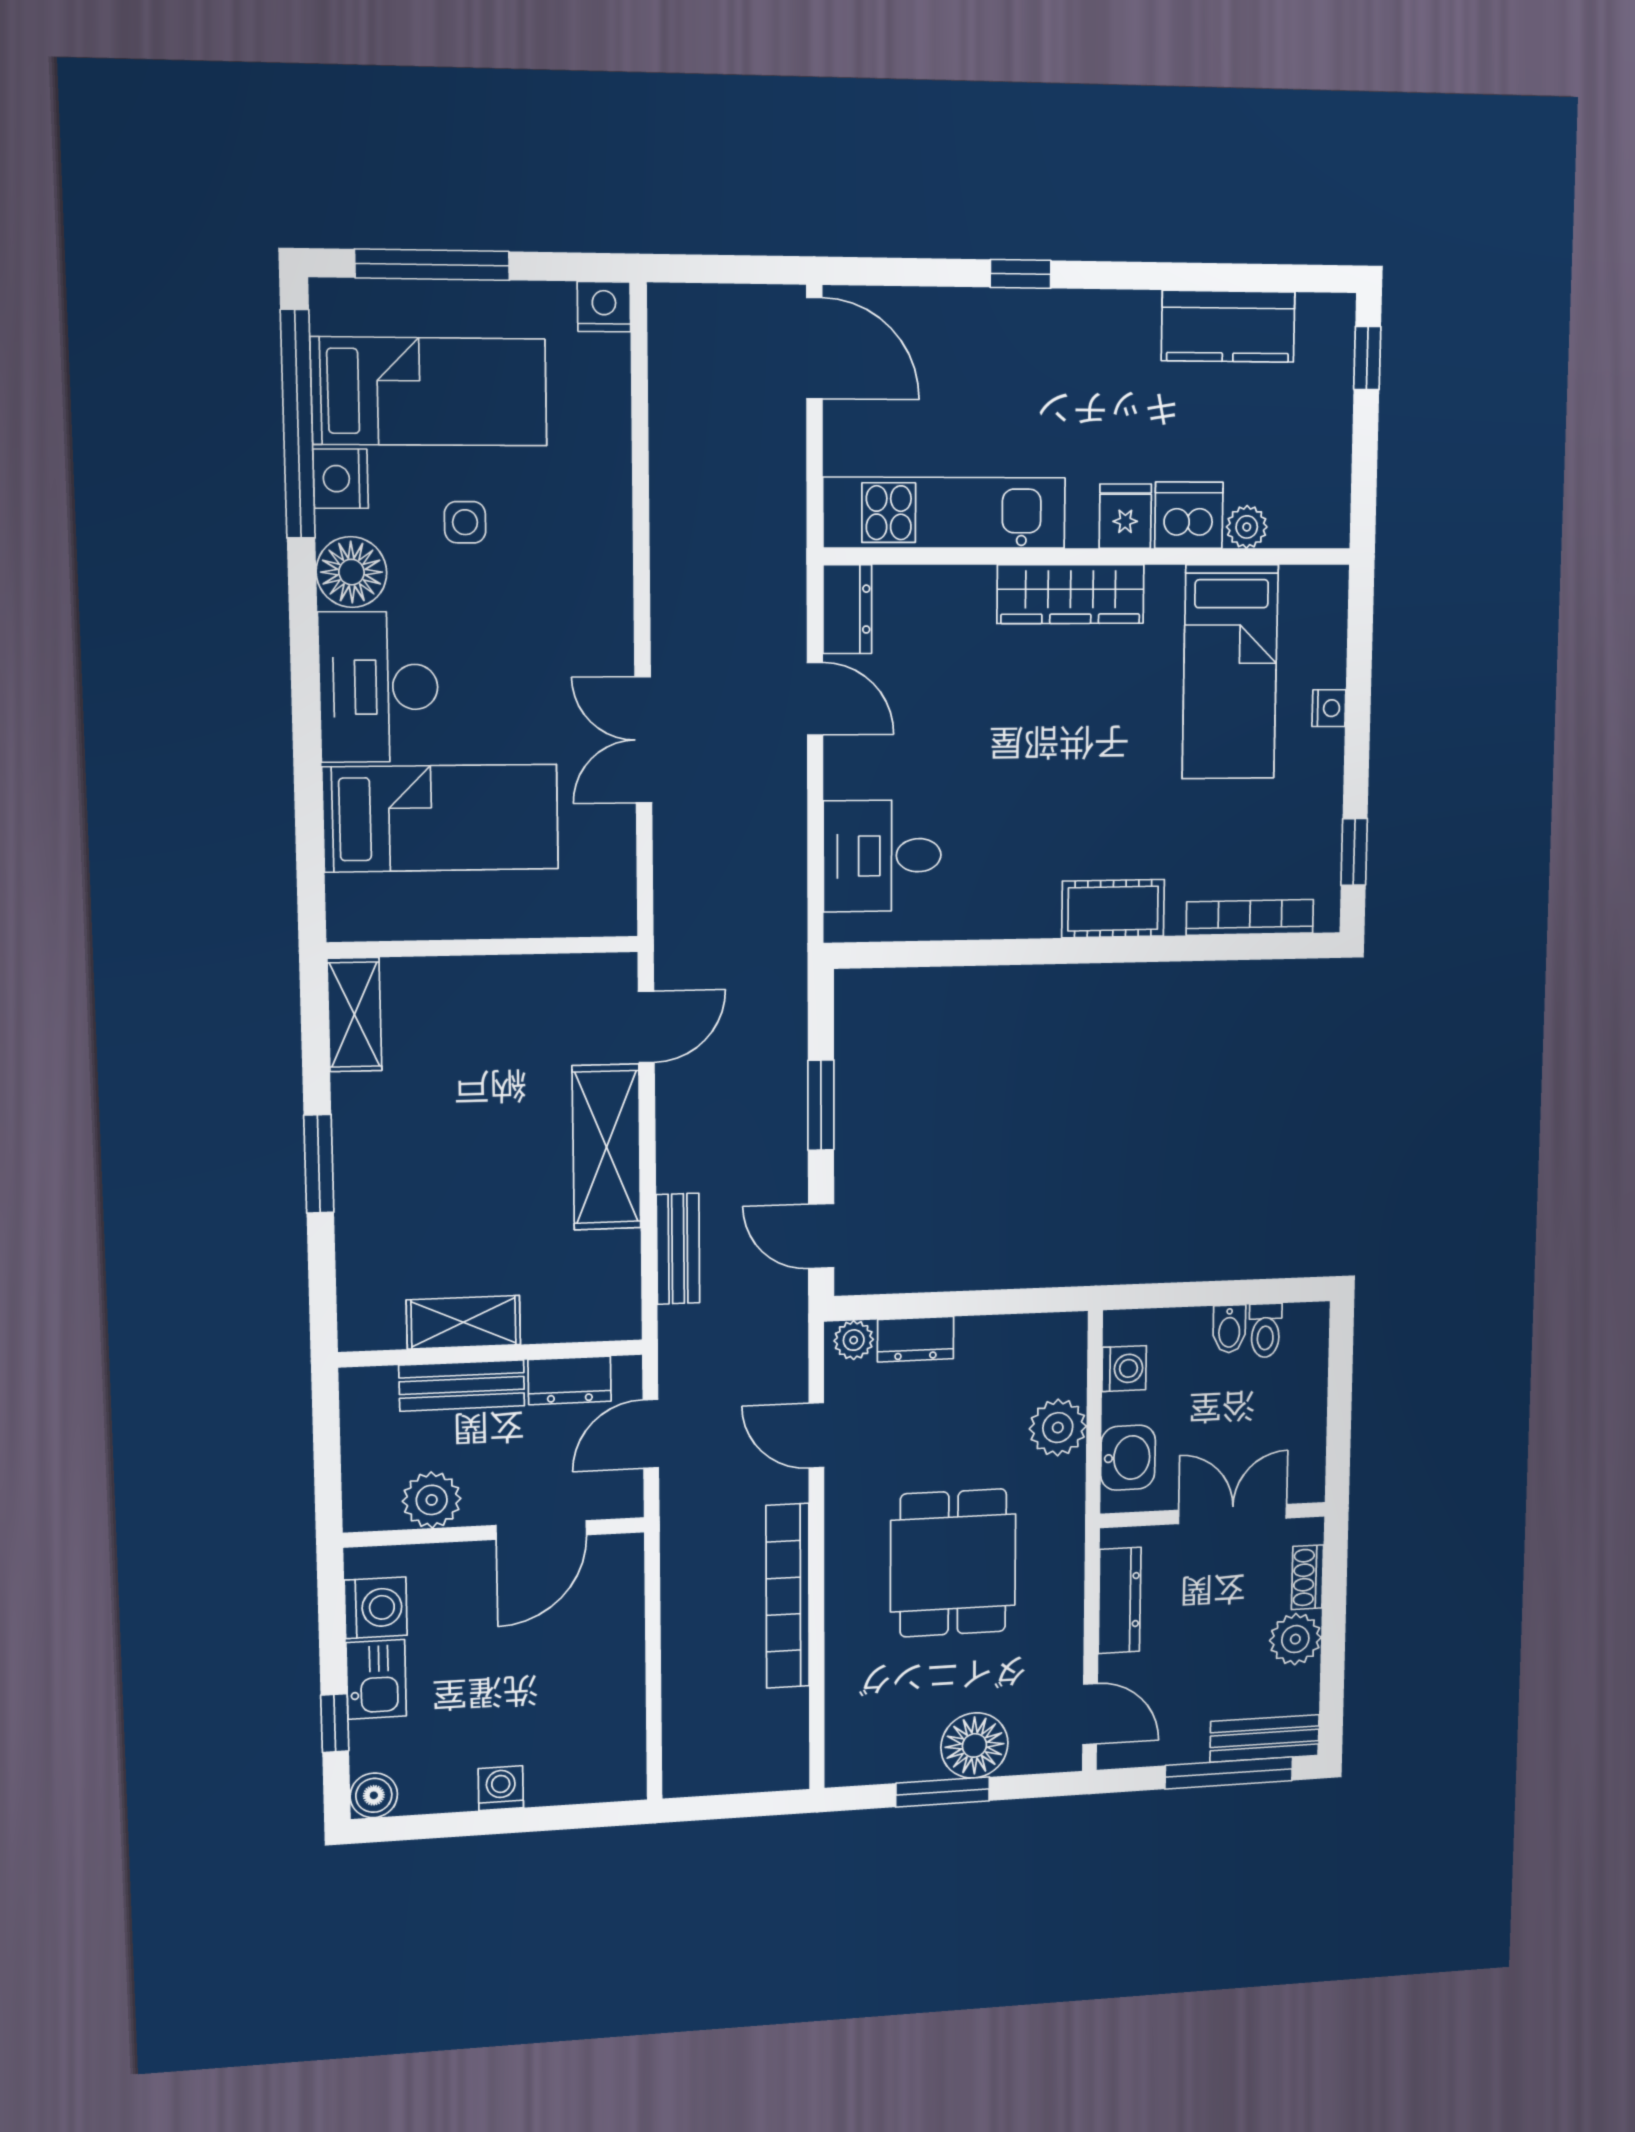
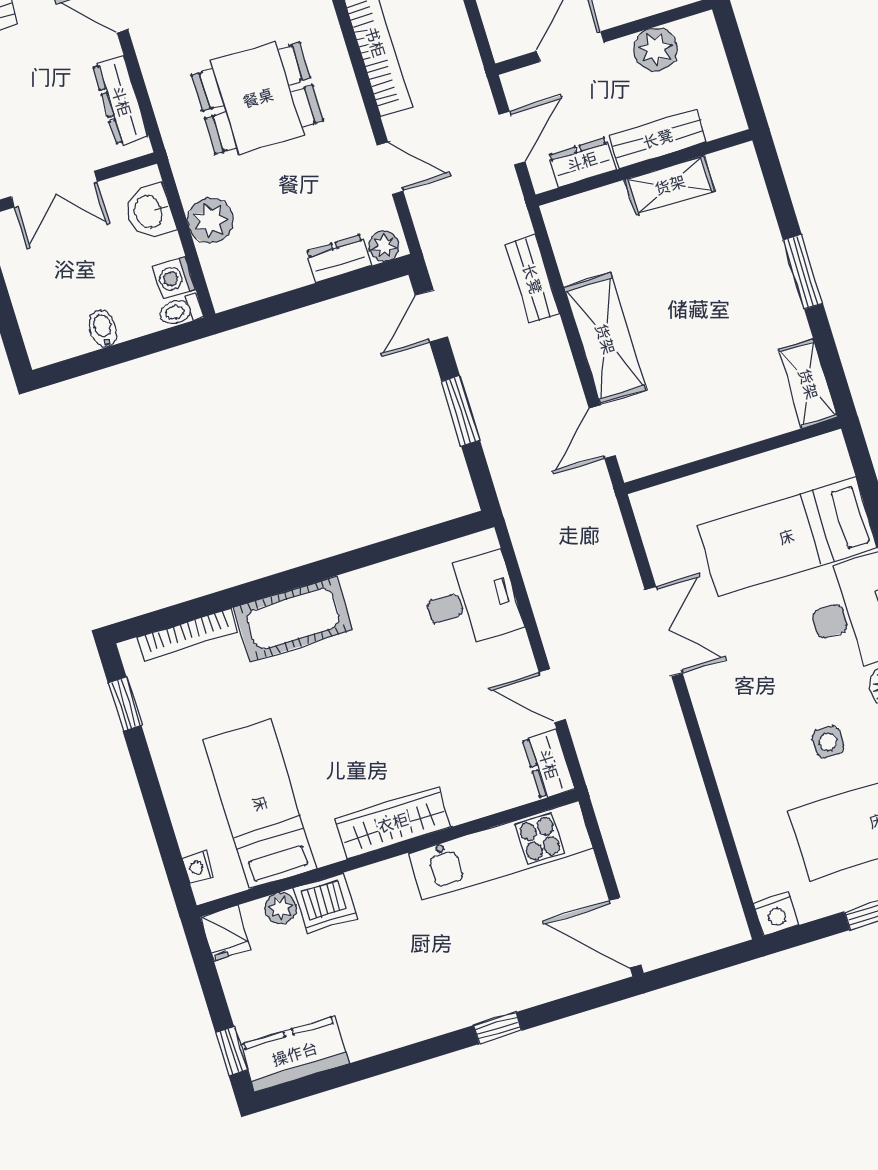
kitchen counter: (1228, 326) -> (295, 1054), moved
fridge: (1125, 516) -> (226, 933), moved
nightstand: (1329, 708) -> (198, 867), moved
cot: (1113, 909) -> (293, 619), width x1.37, depth x1.34
door: (821, 1236) -> (431, 316), swing flipped
toilet: (1265, 1330) -> (180, 311), moved, turned -90
dining table: (953, 1563) -> (258, 98), turned 90

